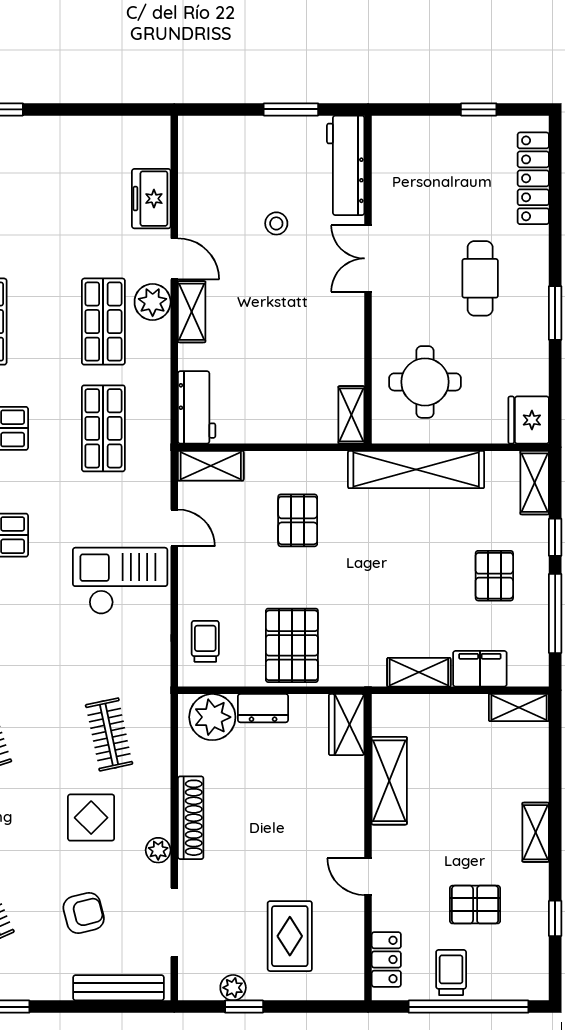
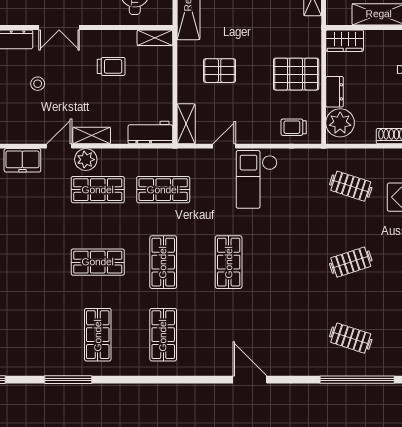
trolley: (305, 344) -> (111, 66), added
clothes rail: (109, 734) -> (351, 186), turned 30

